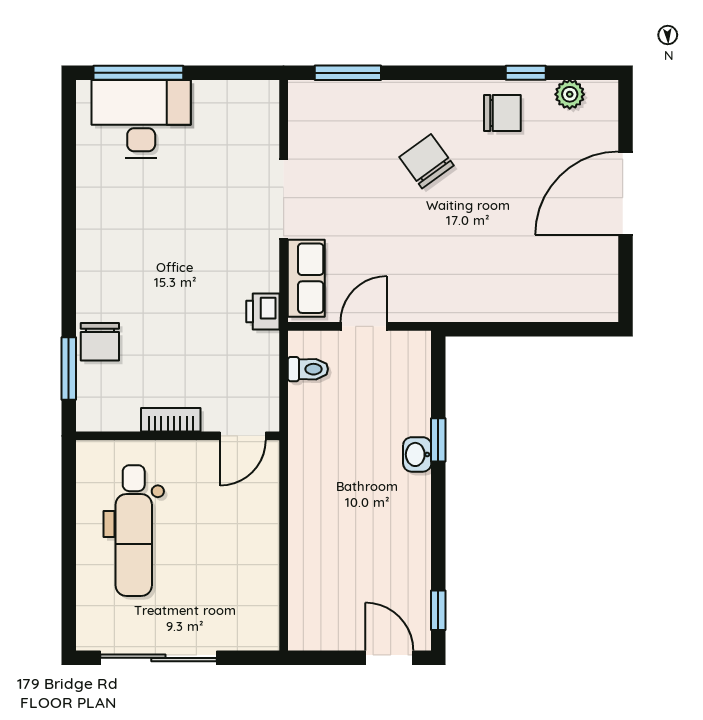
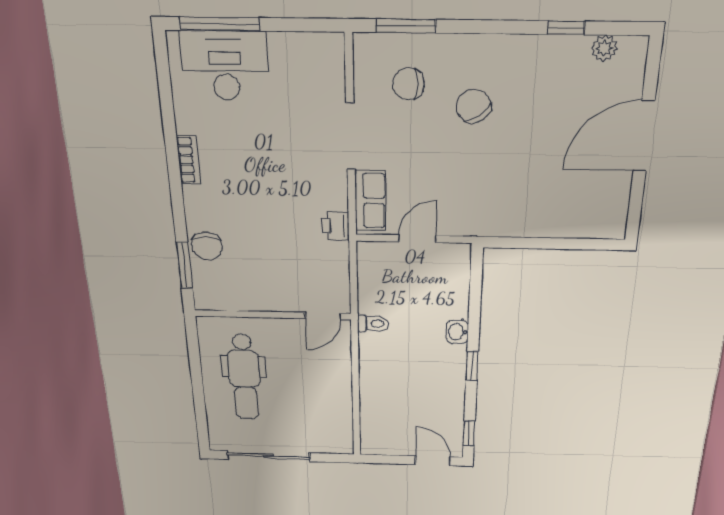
chair: (502, 113) -> (408, 84), moved, turned 180
toilet: (308, 369) -> (373, 323), moved
bookcase: (171, 420) -> (188, 160), moved, turned 90
window: (438, 440) -> (472, 366), moved

